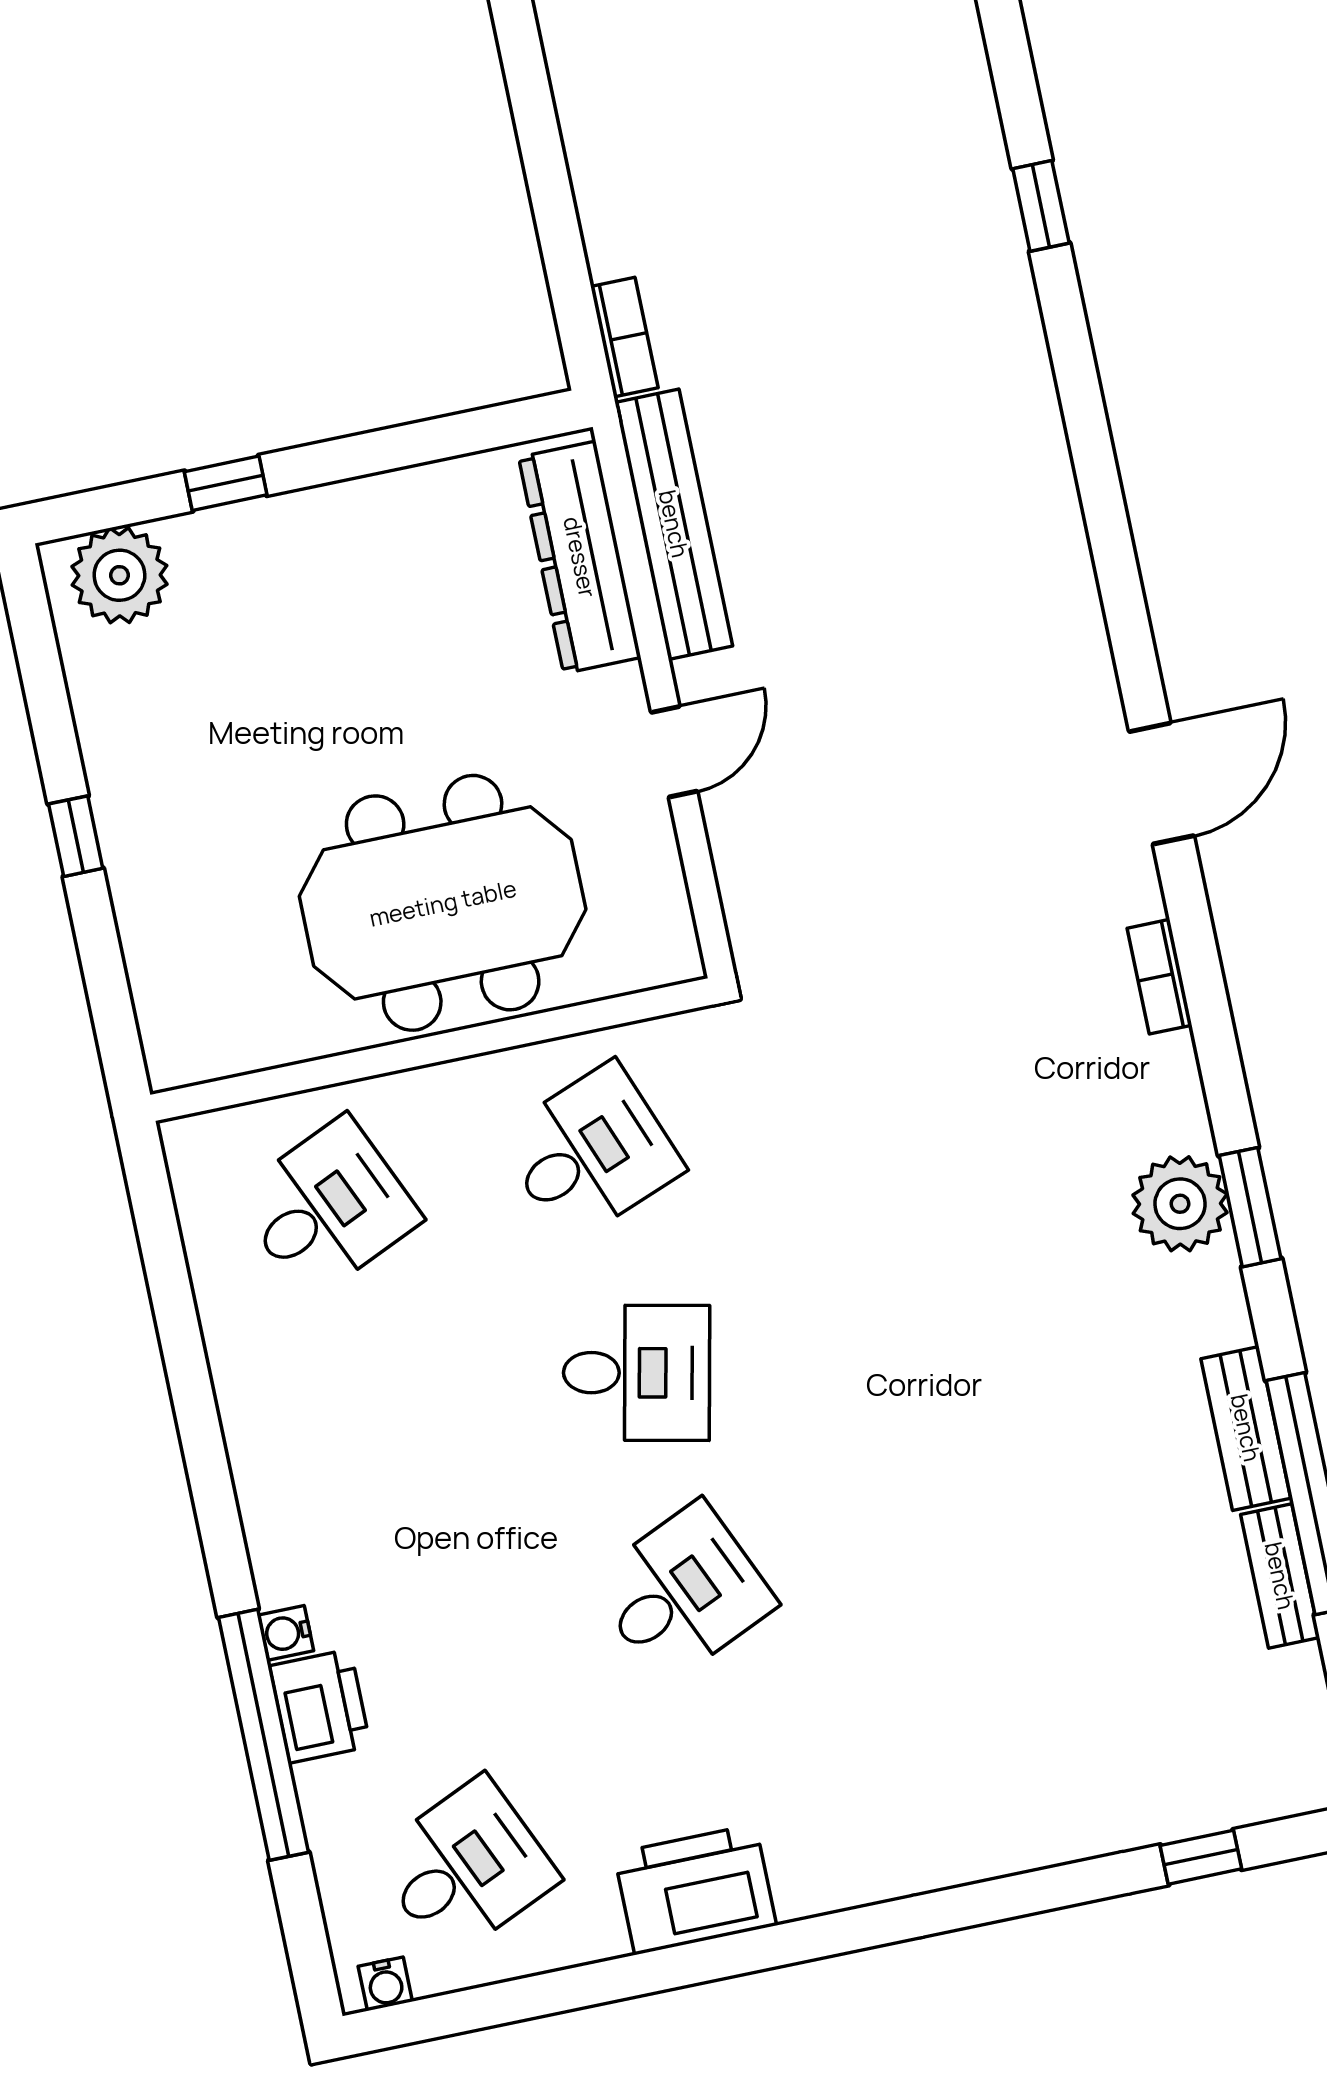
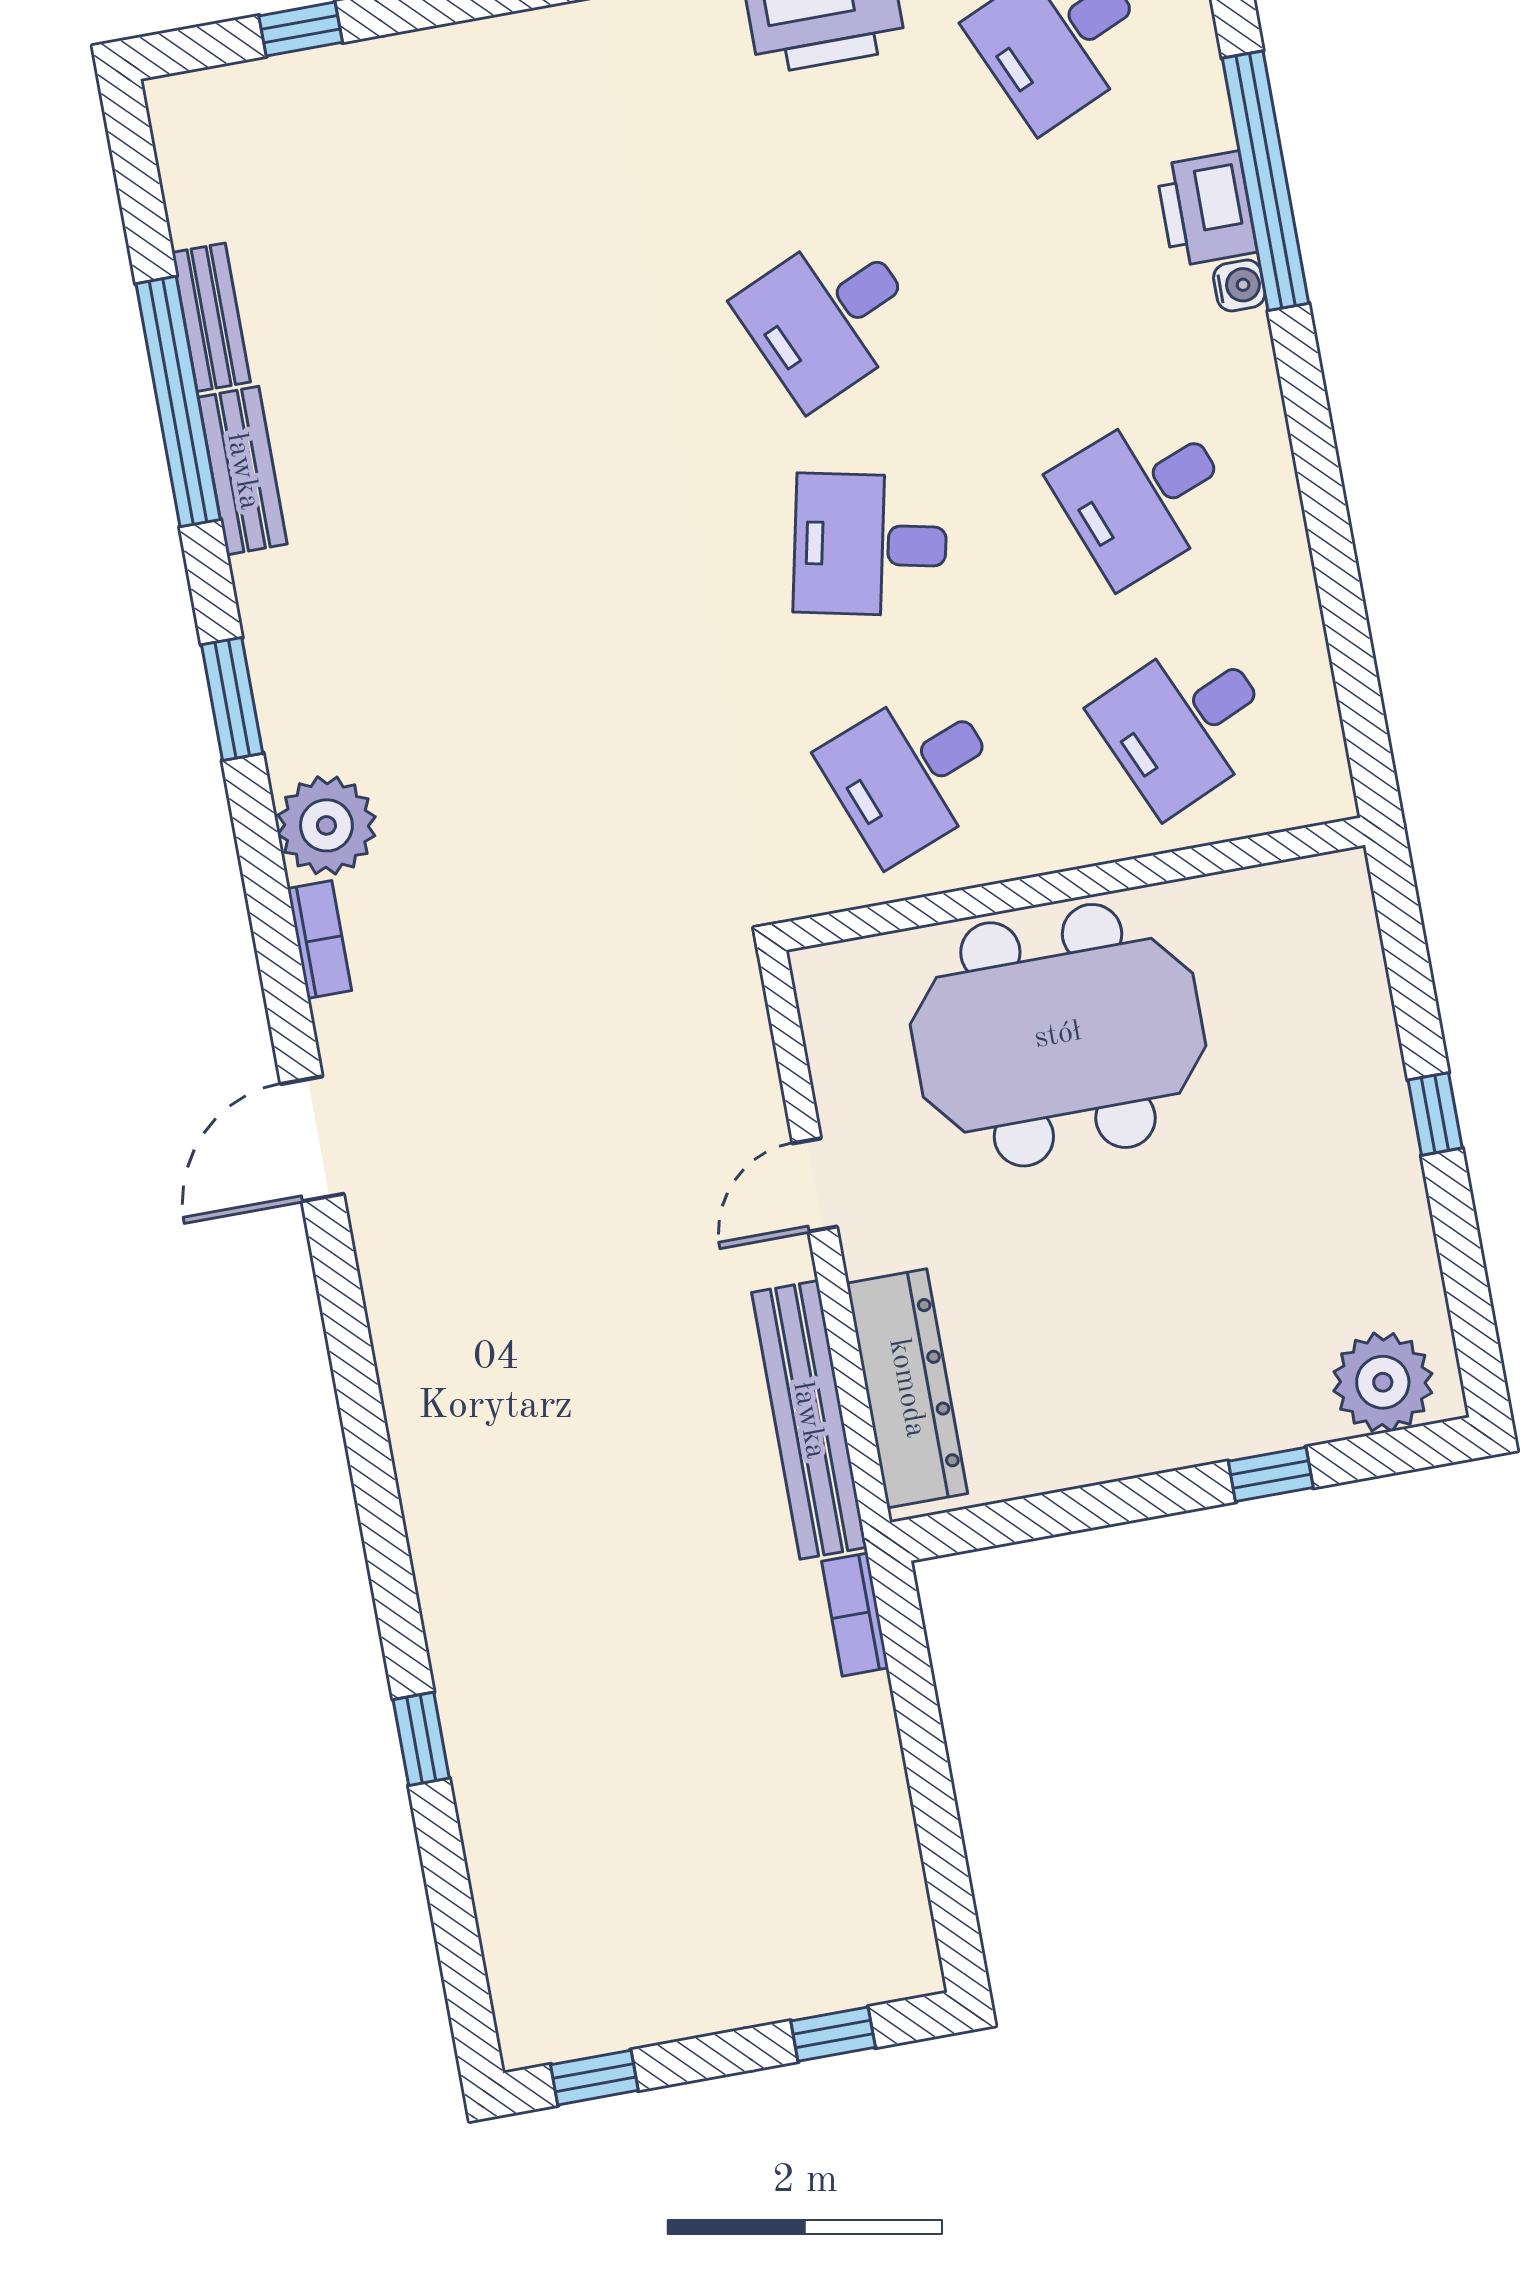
plant: (1180, 1204) -> (326, 825), moved
desk: (373, 1428) -> (1144, 495), added

